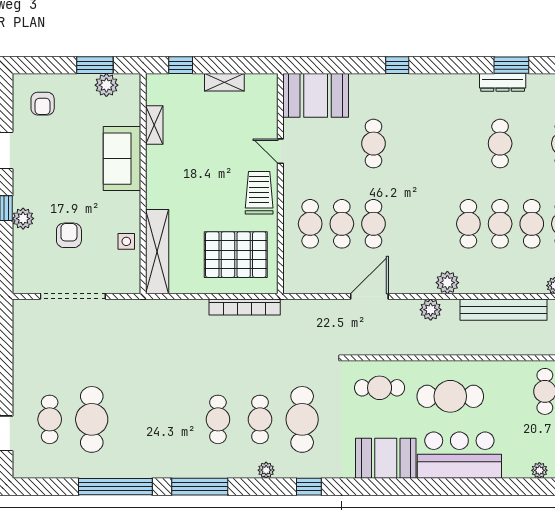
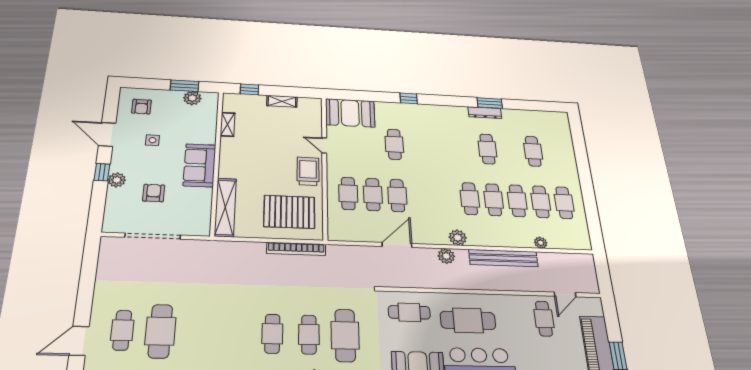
sofa: (122, 159) -> (200, 165), moved
side table: (126, 241) -> (152, 140), moved

